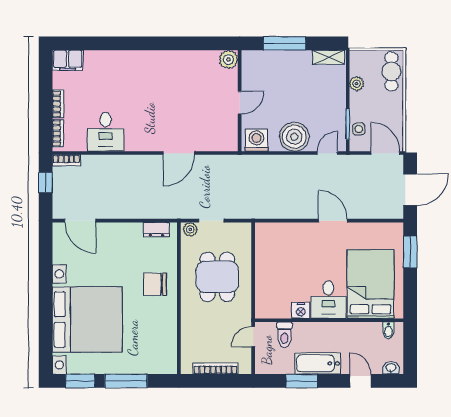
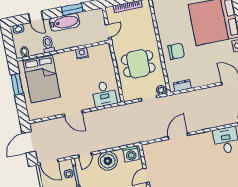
window: (410, 252) -> (17, 84), moved
dining table: (217, 277) -> (138, 64), turned 90
desk: (328, 300) -> (104, 94), moved, turned 180
toilet: (284, 335) -> (48, 44), moved

